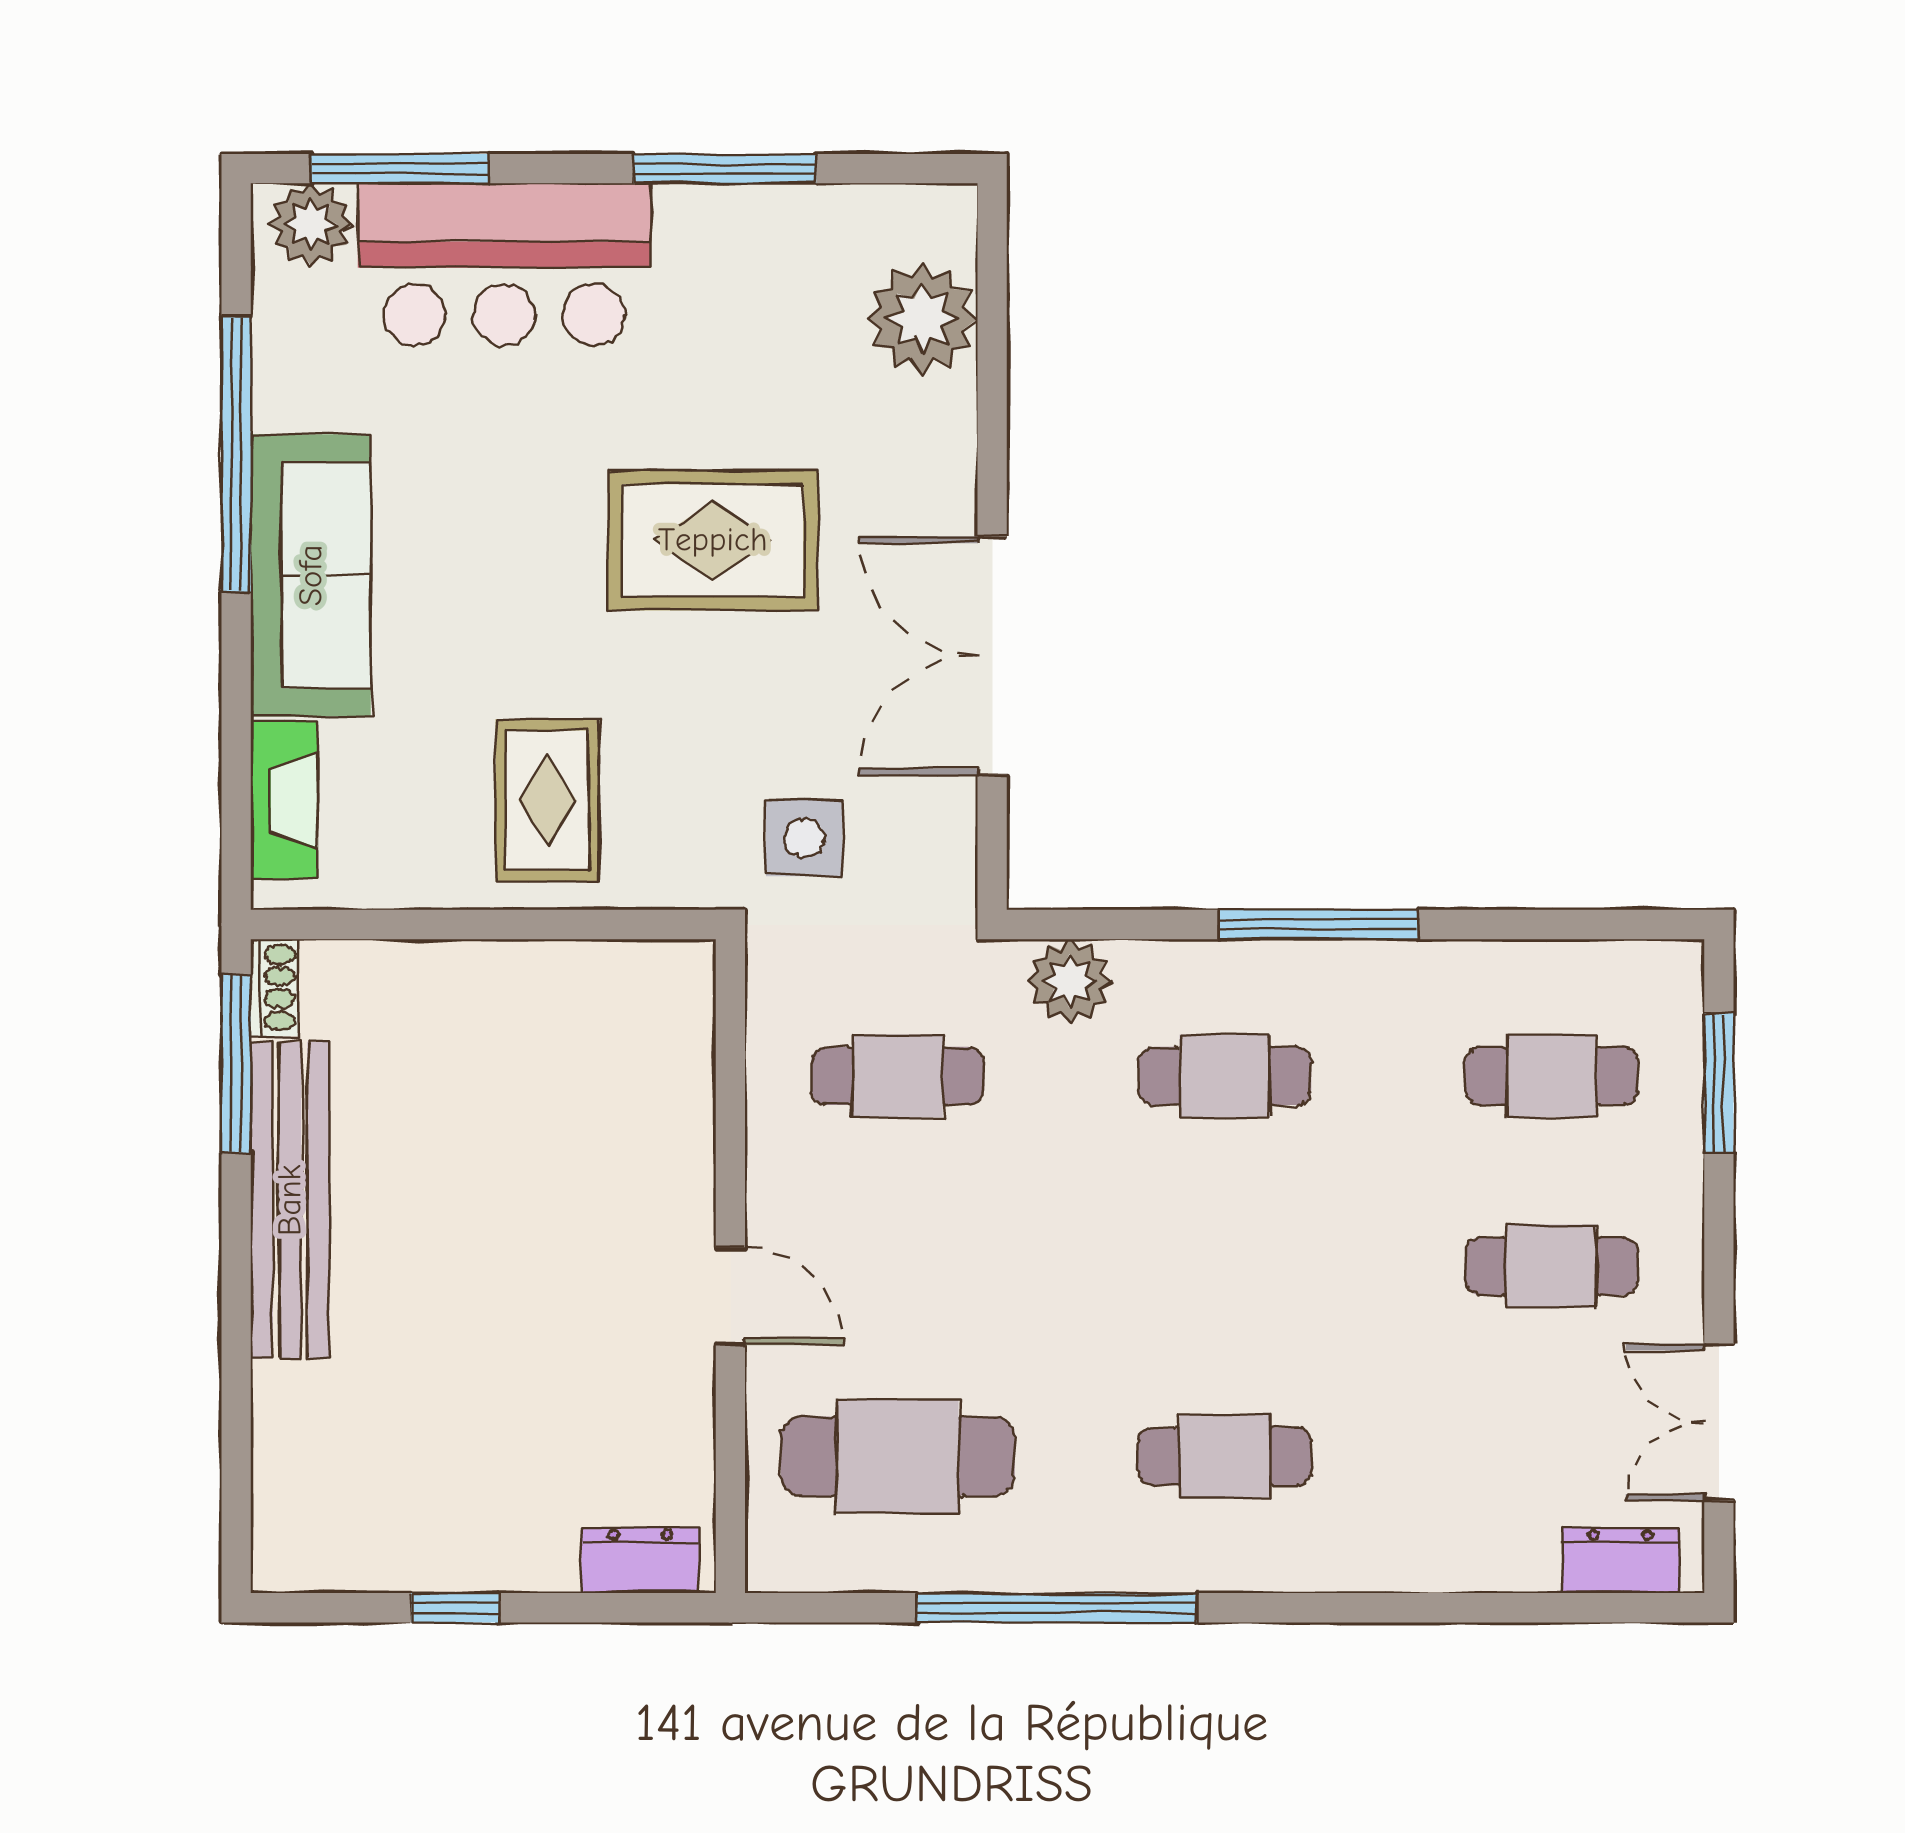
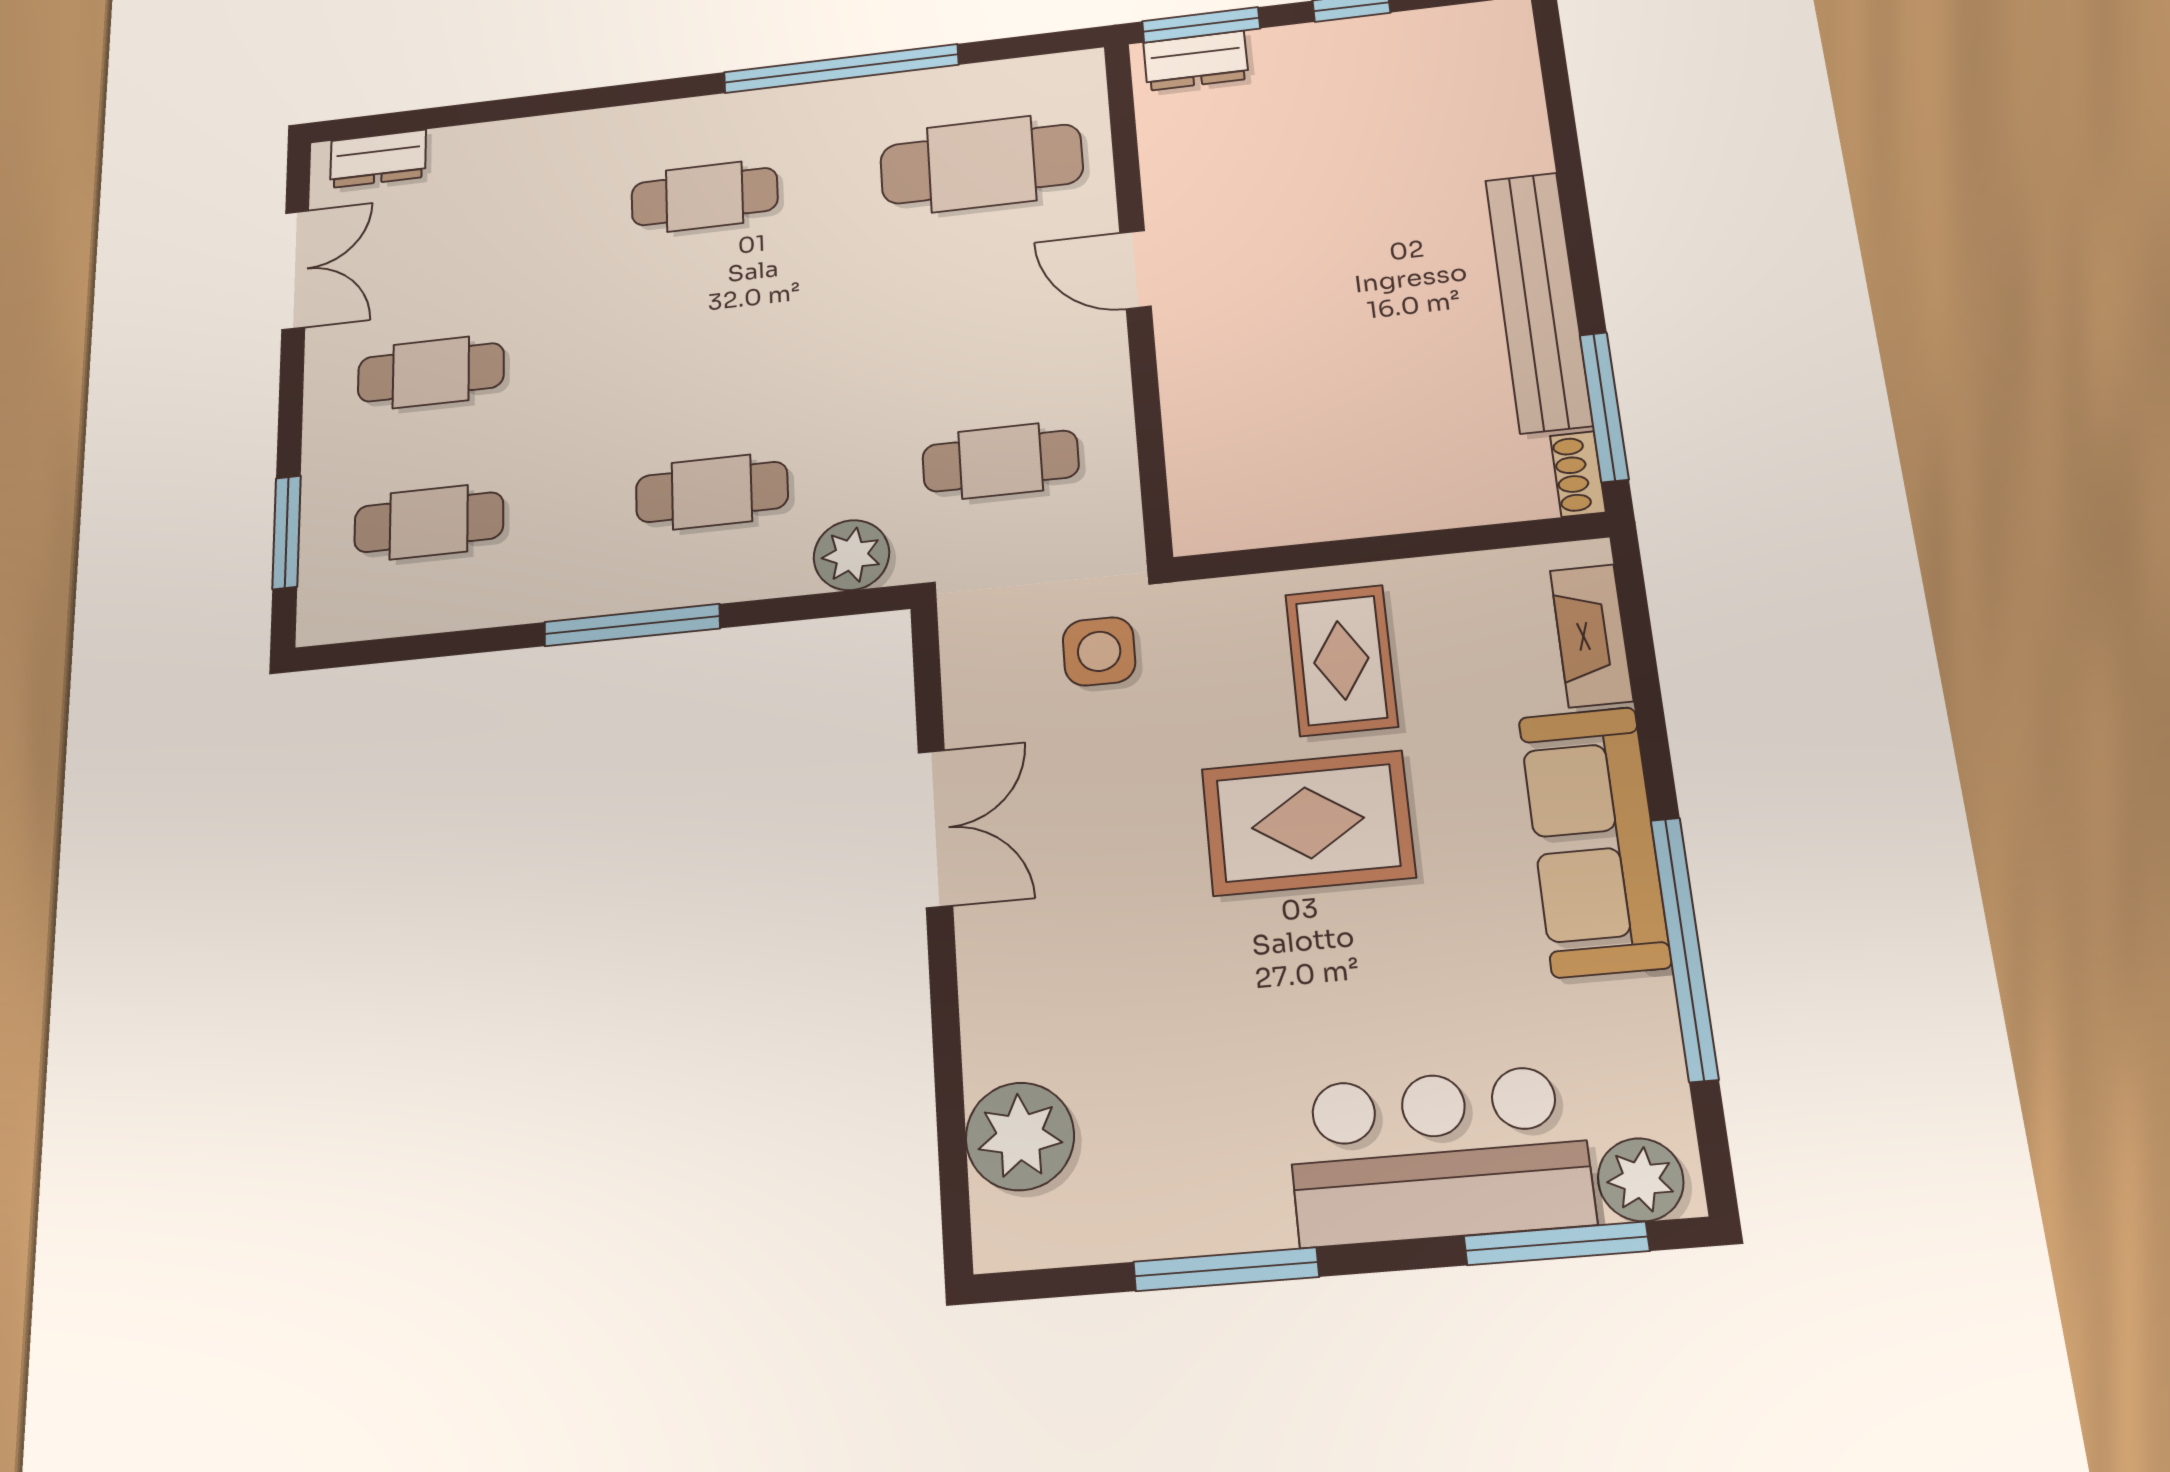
rug: (713, 540) -> (1308, 823), moved
double door: (992, 656) -> (935, 828), width x0.73
window: (630, 1608) -> (1201, 25), added

